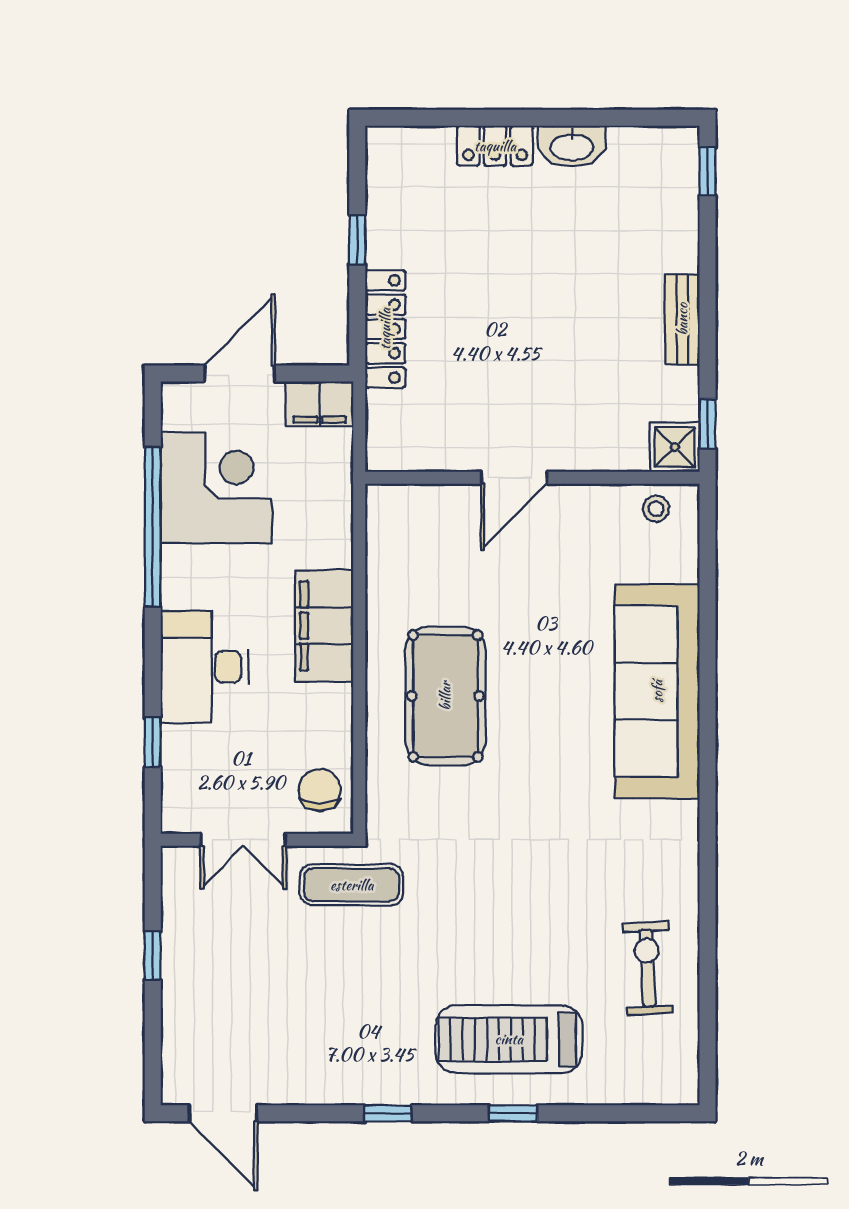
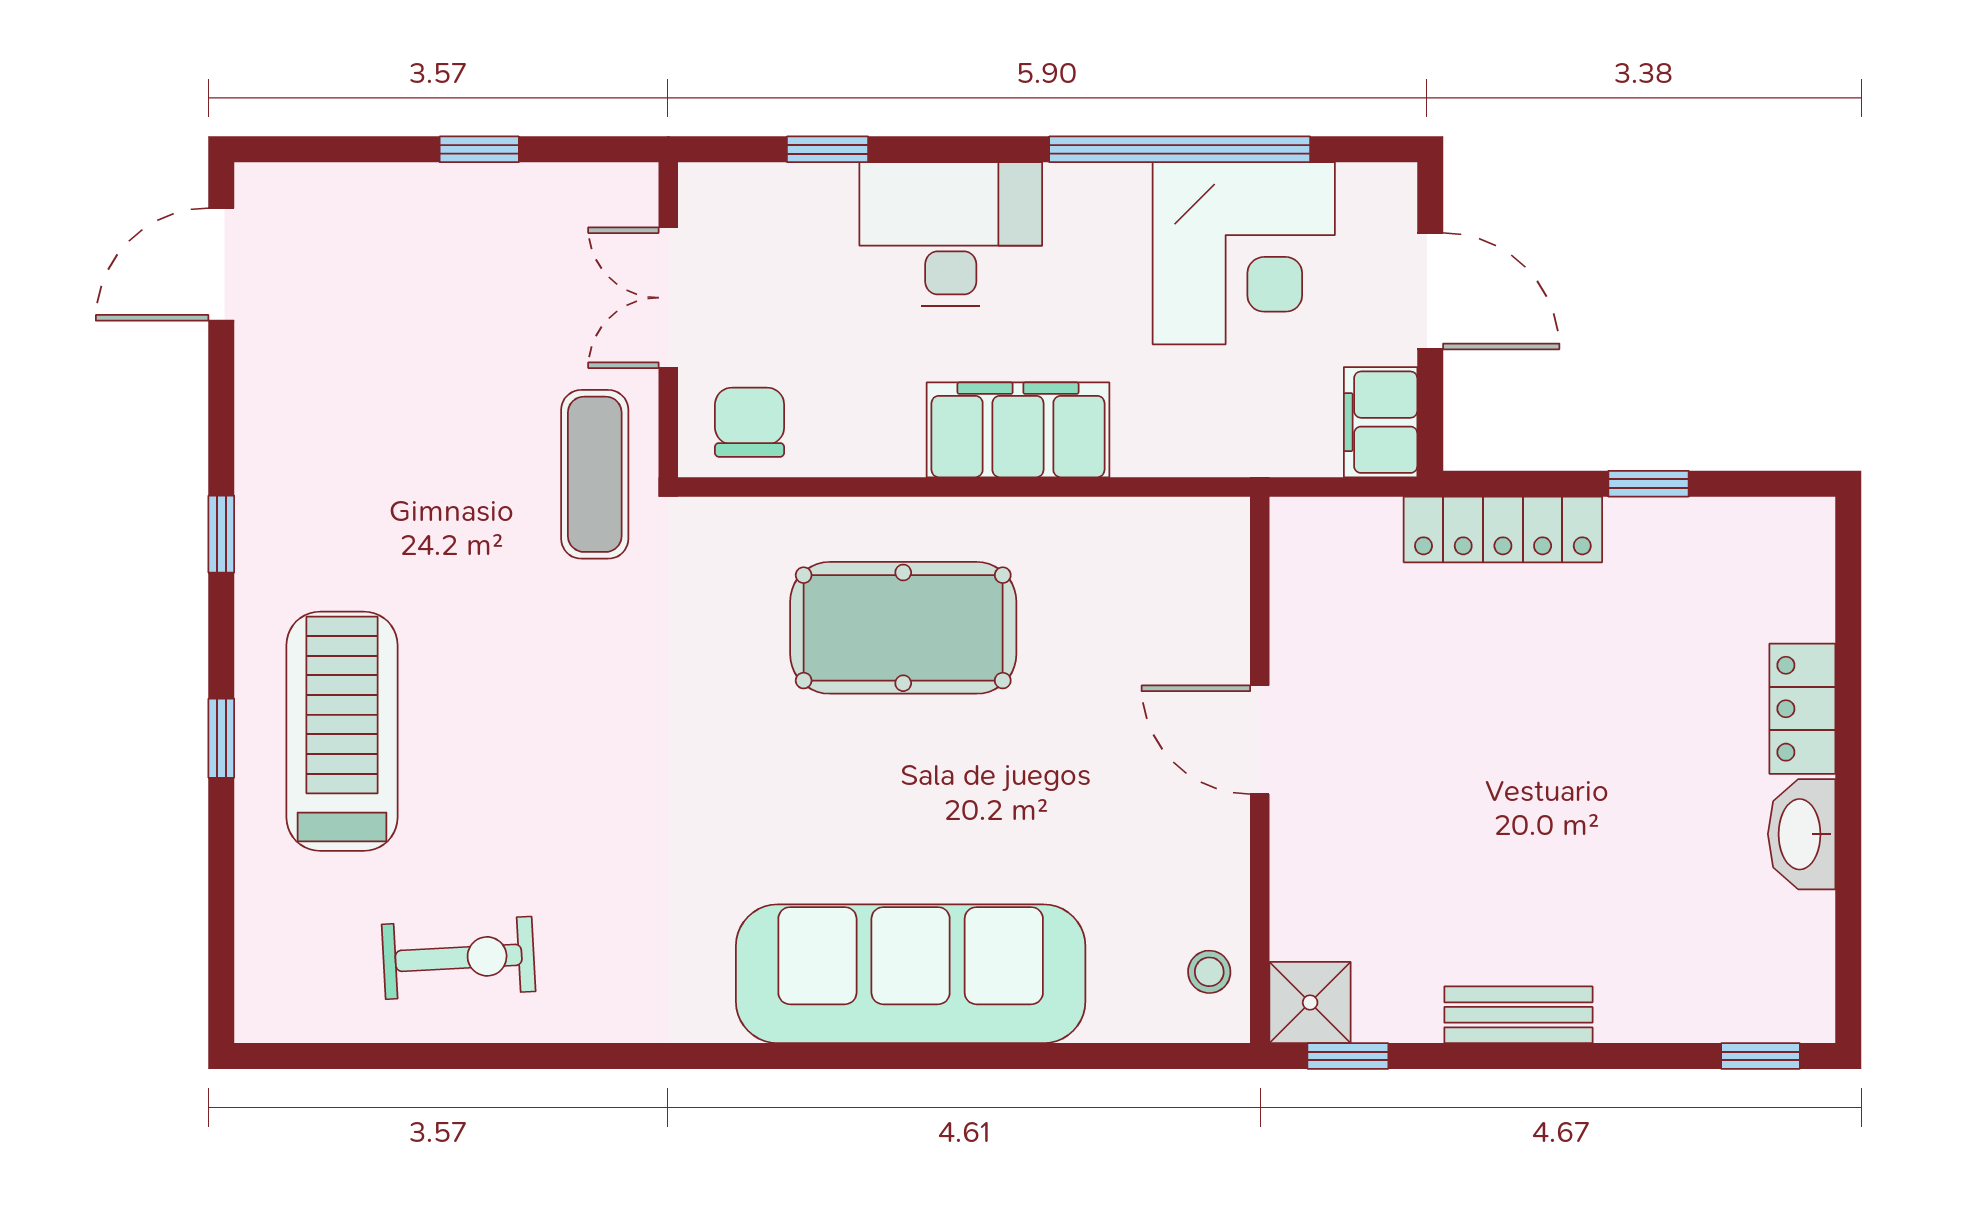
chair: (320, 790) -> (750, 422), turned -90

